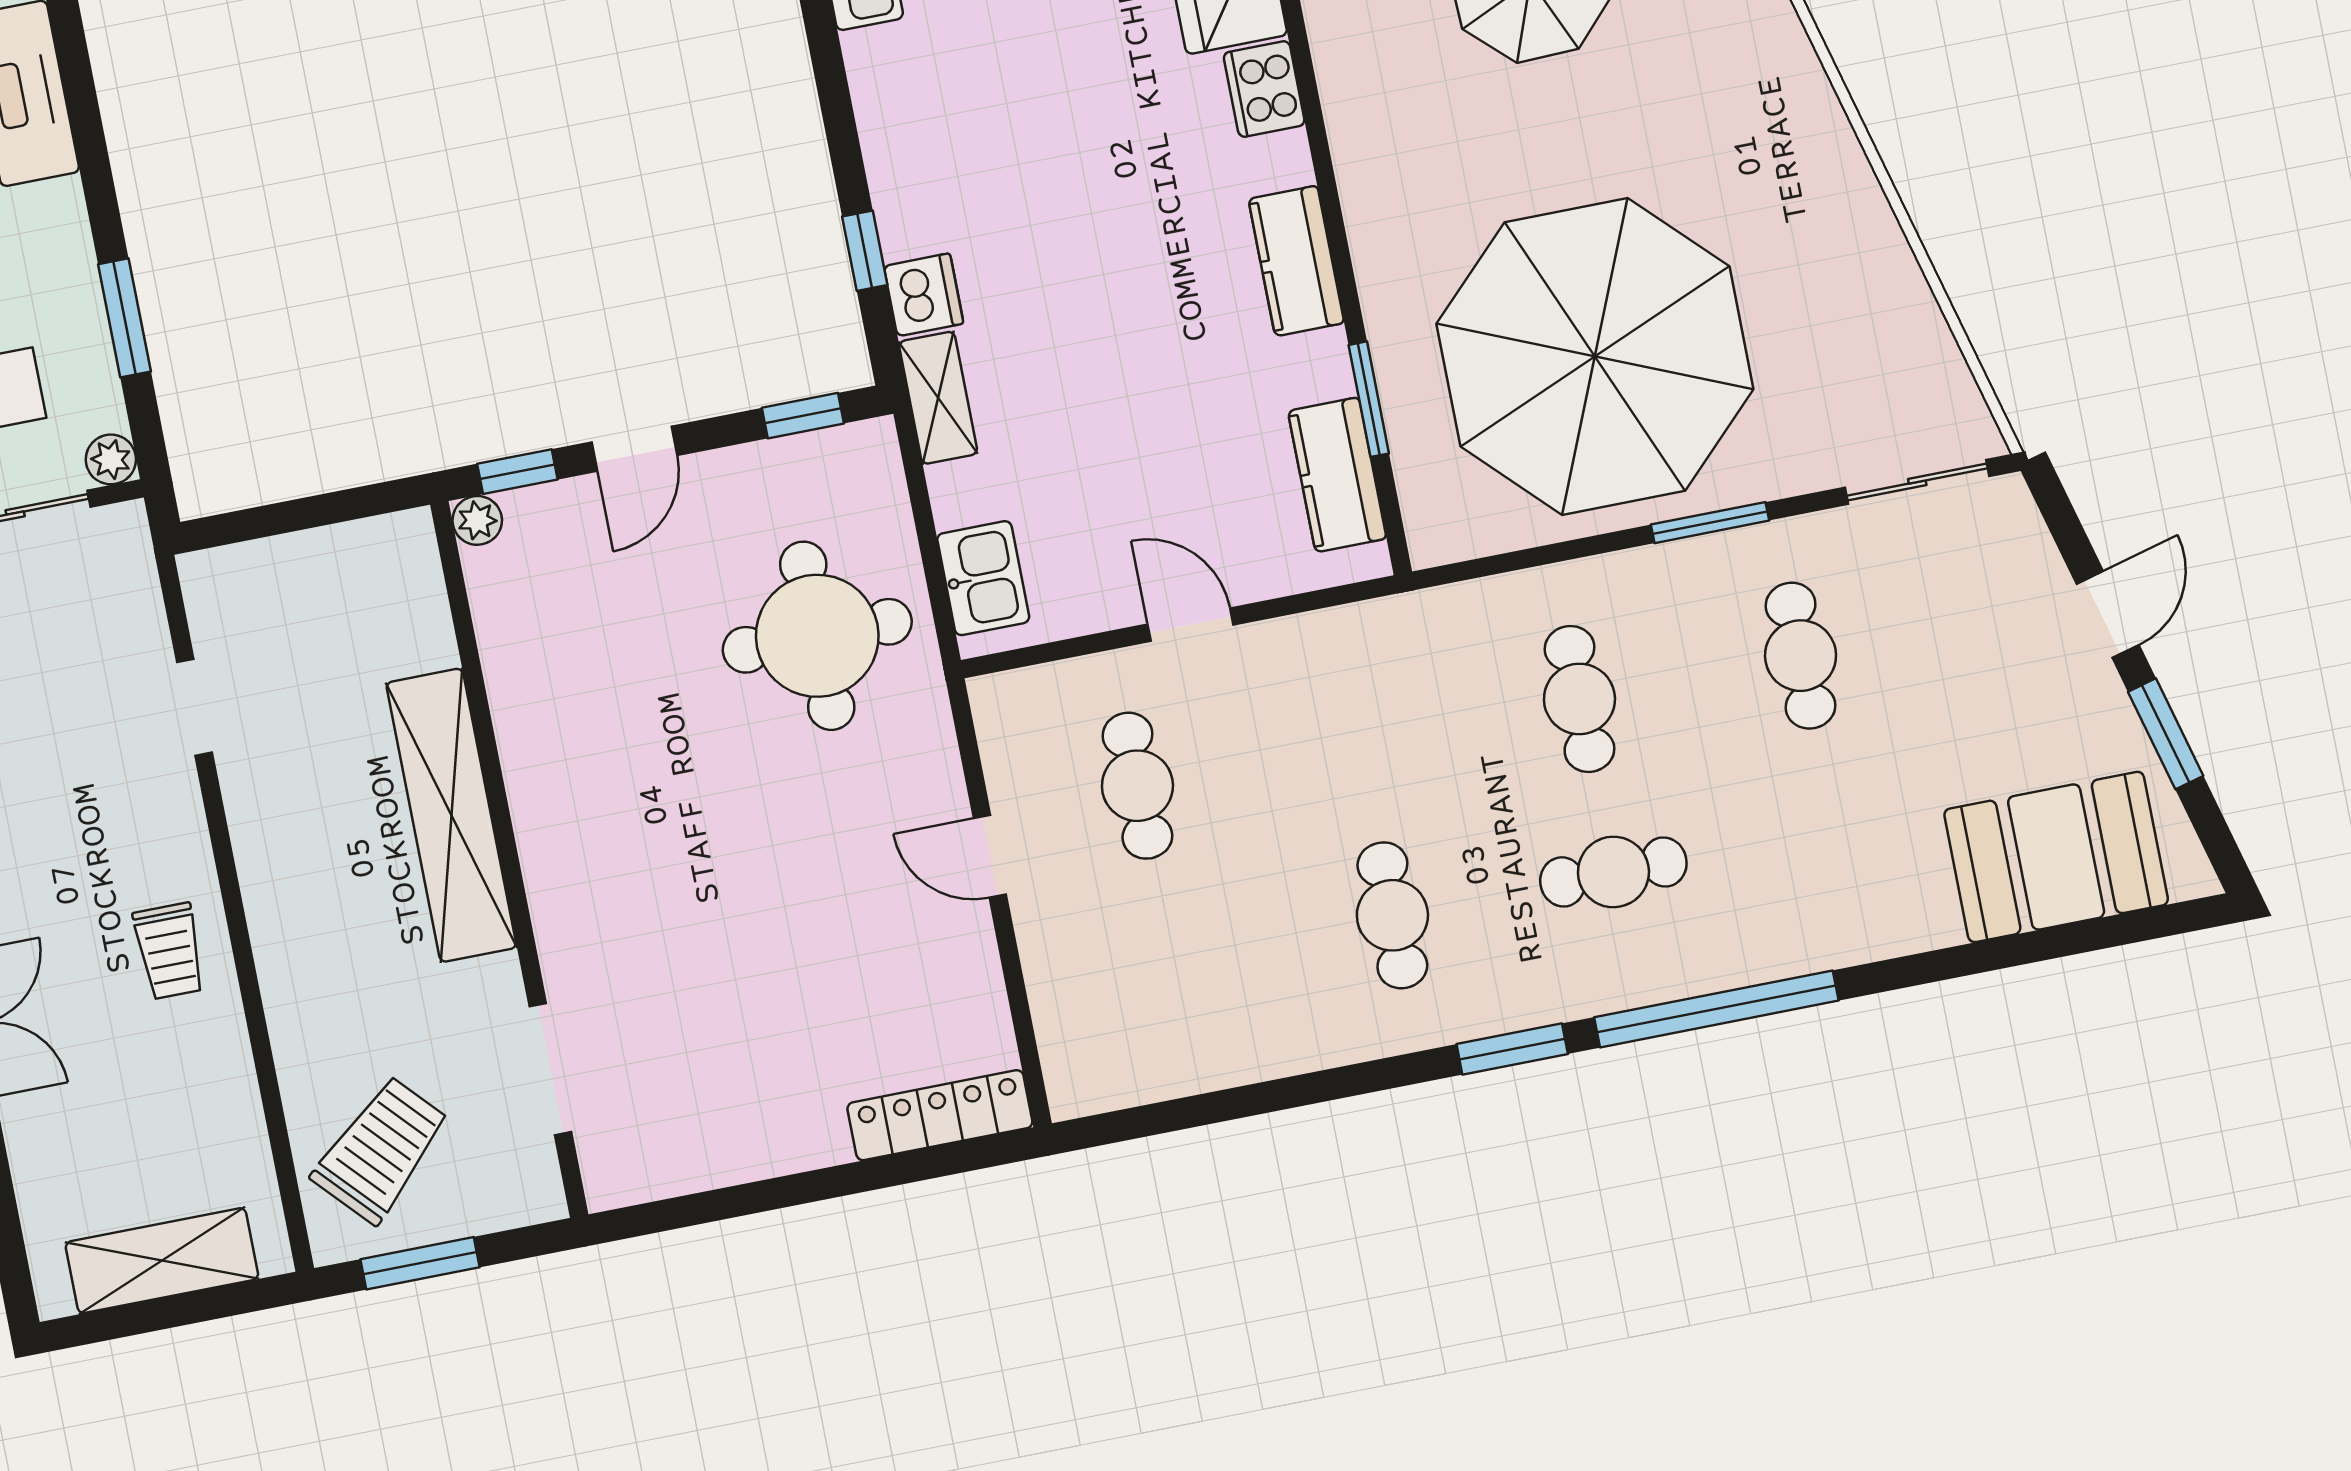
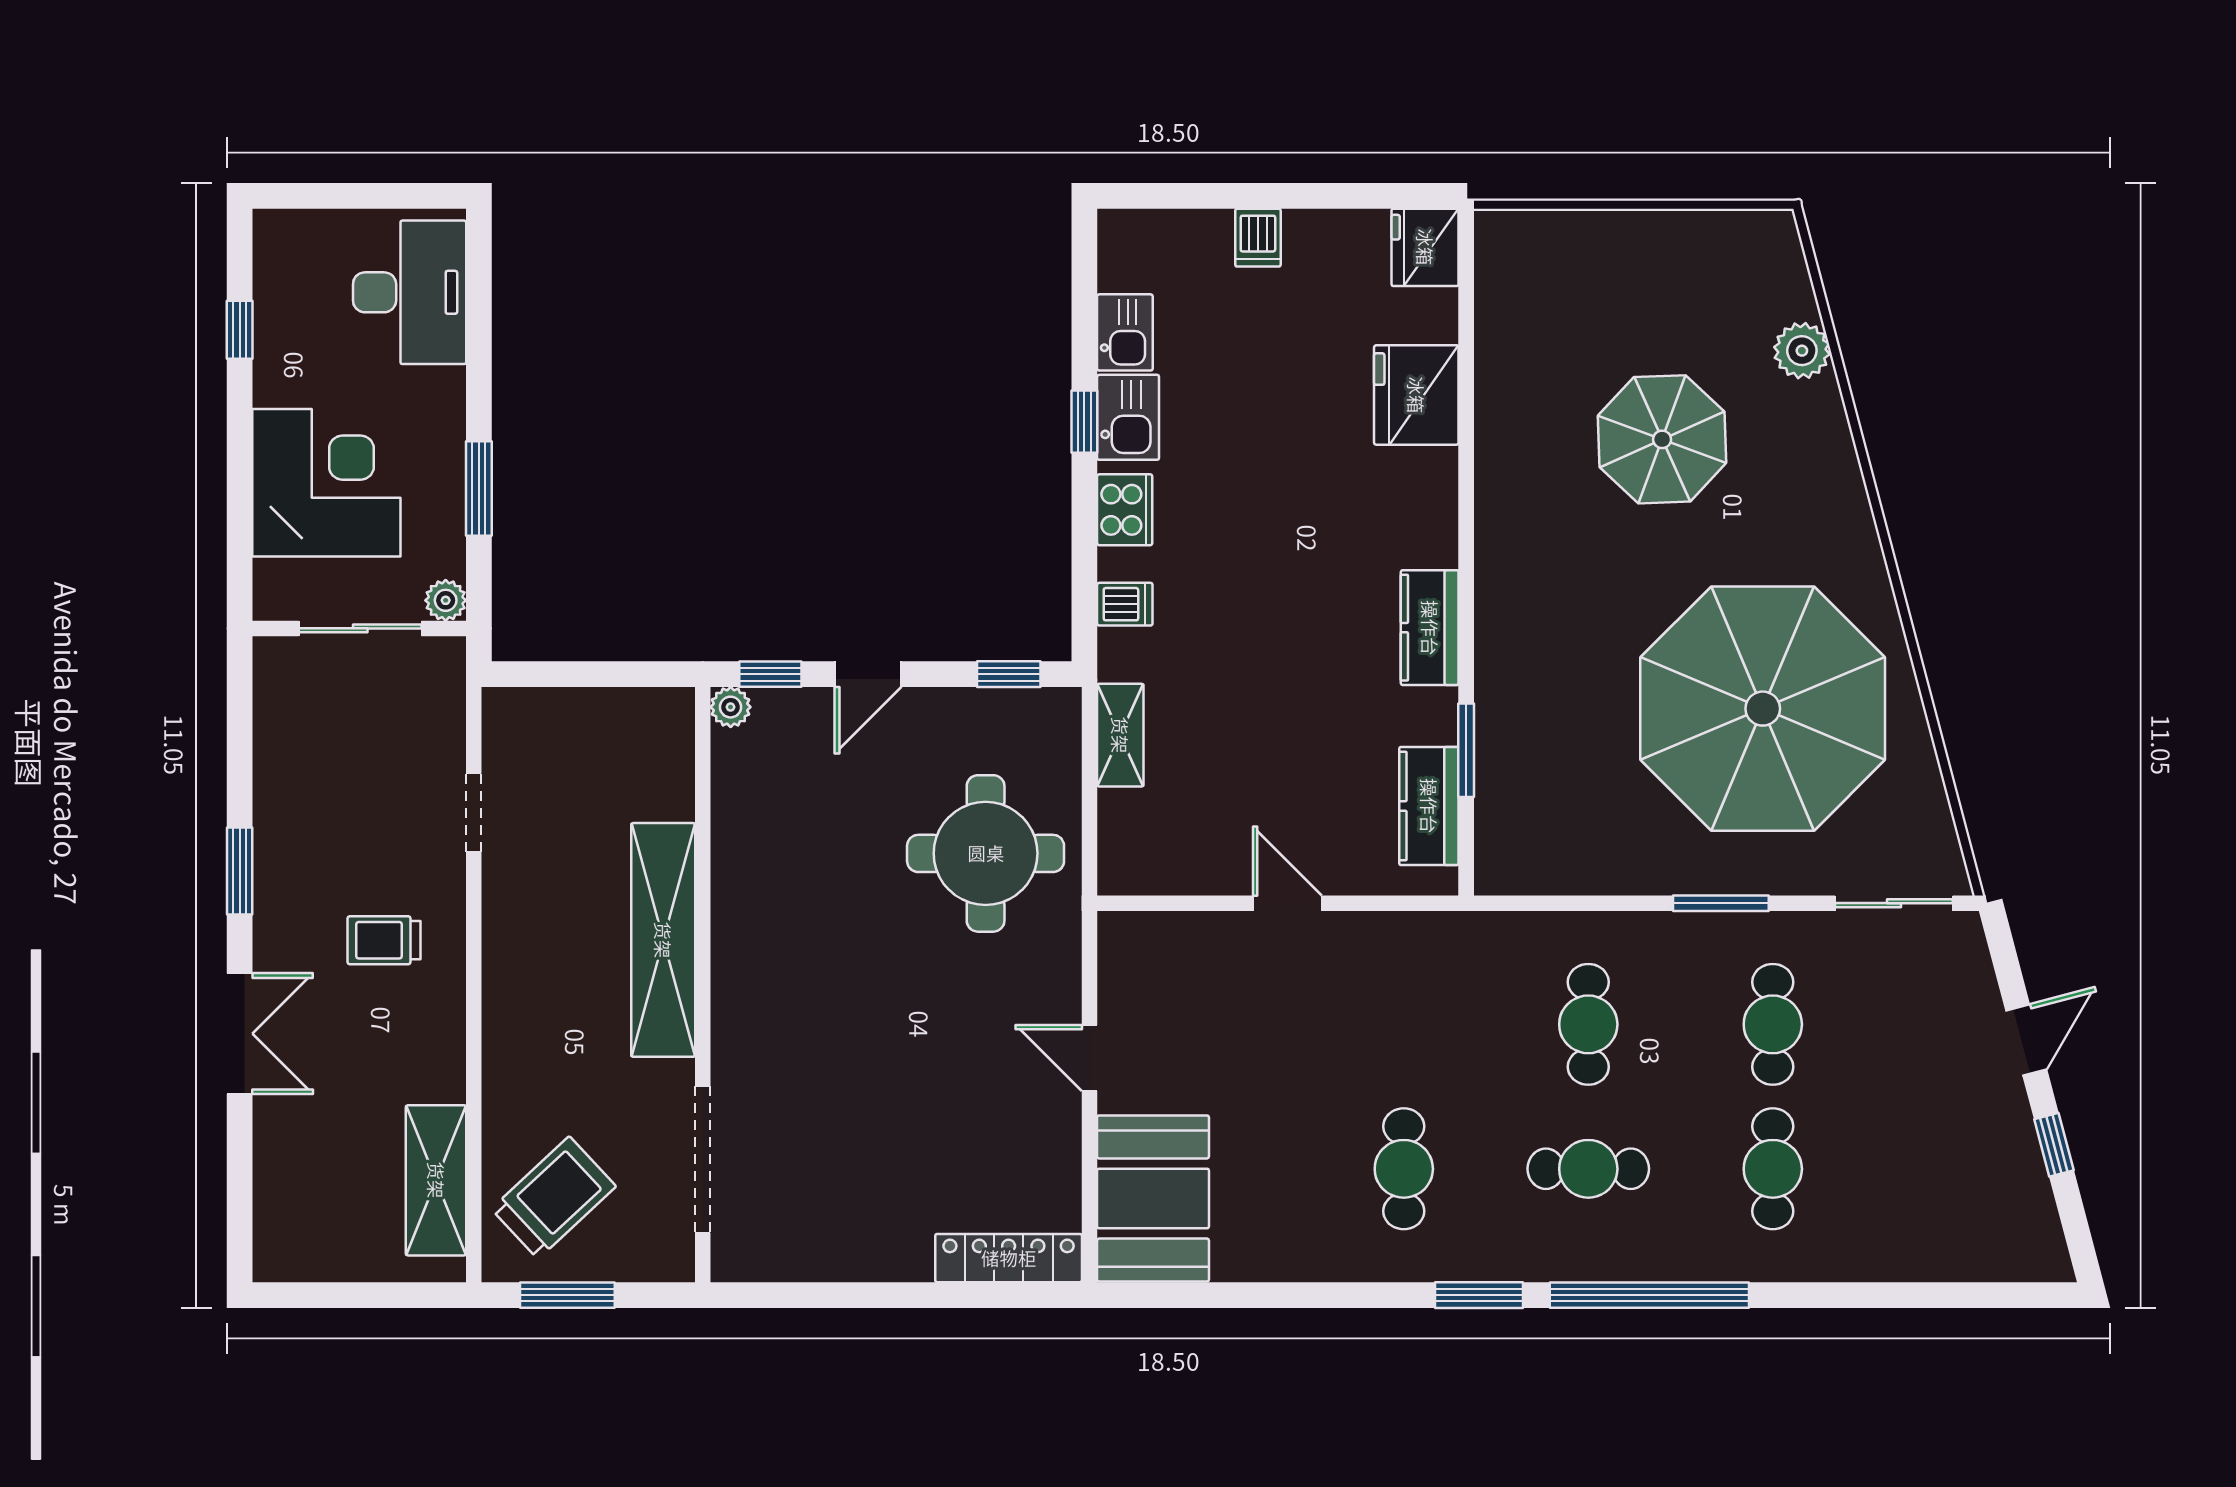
cooker: (1264, 89) -> (1125, 510), moved, turned 180
window: (865, 251) -> (1084, 422), moved
dishwasher: (924, 295) -> (1125, 604), width x0.73
parasol: (1595, 356) -> (1763, 709), moved
shelving: (938, 398) -> (1120, 735), moved
kitchen sink: (983, 578) -> (1128, 417), moved
window: (2166, 734) -> (2054, 1145), width x0.67
cafe table: (1137, 786) -> (1773, 1169), moved
booth: (2056, 857) -> (1153, 1198), moved, turned 90
trolley: (169, 951) -> (384, 940), moved, turned 90
doorway: (550, 1069) -> (703, 1160), width x1.36
shelving: (162, 1261) -> (436, 1180), moved, turned 90

